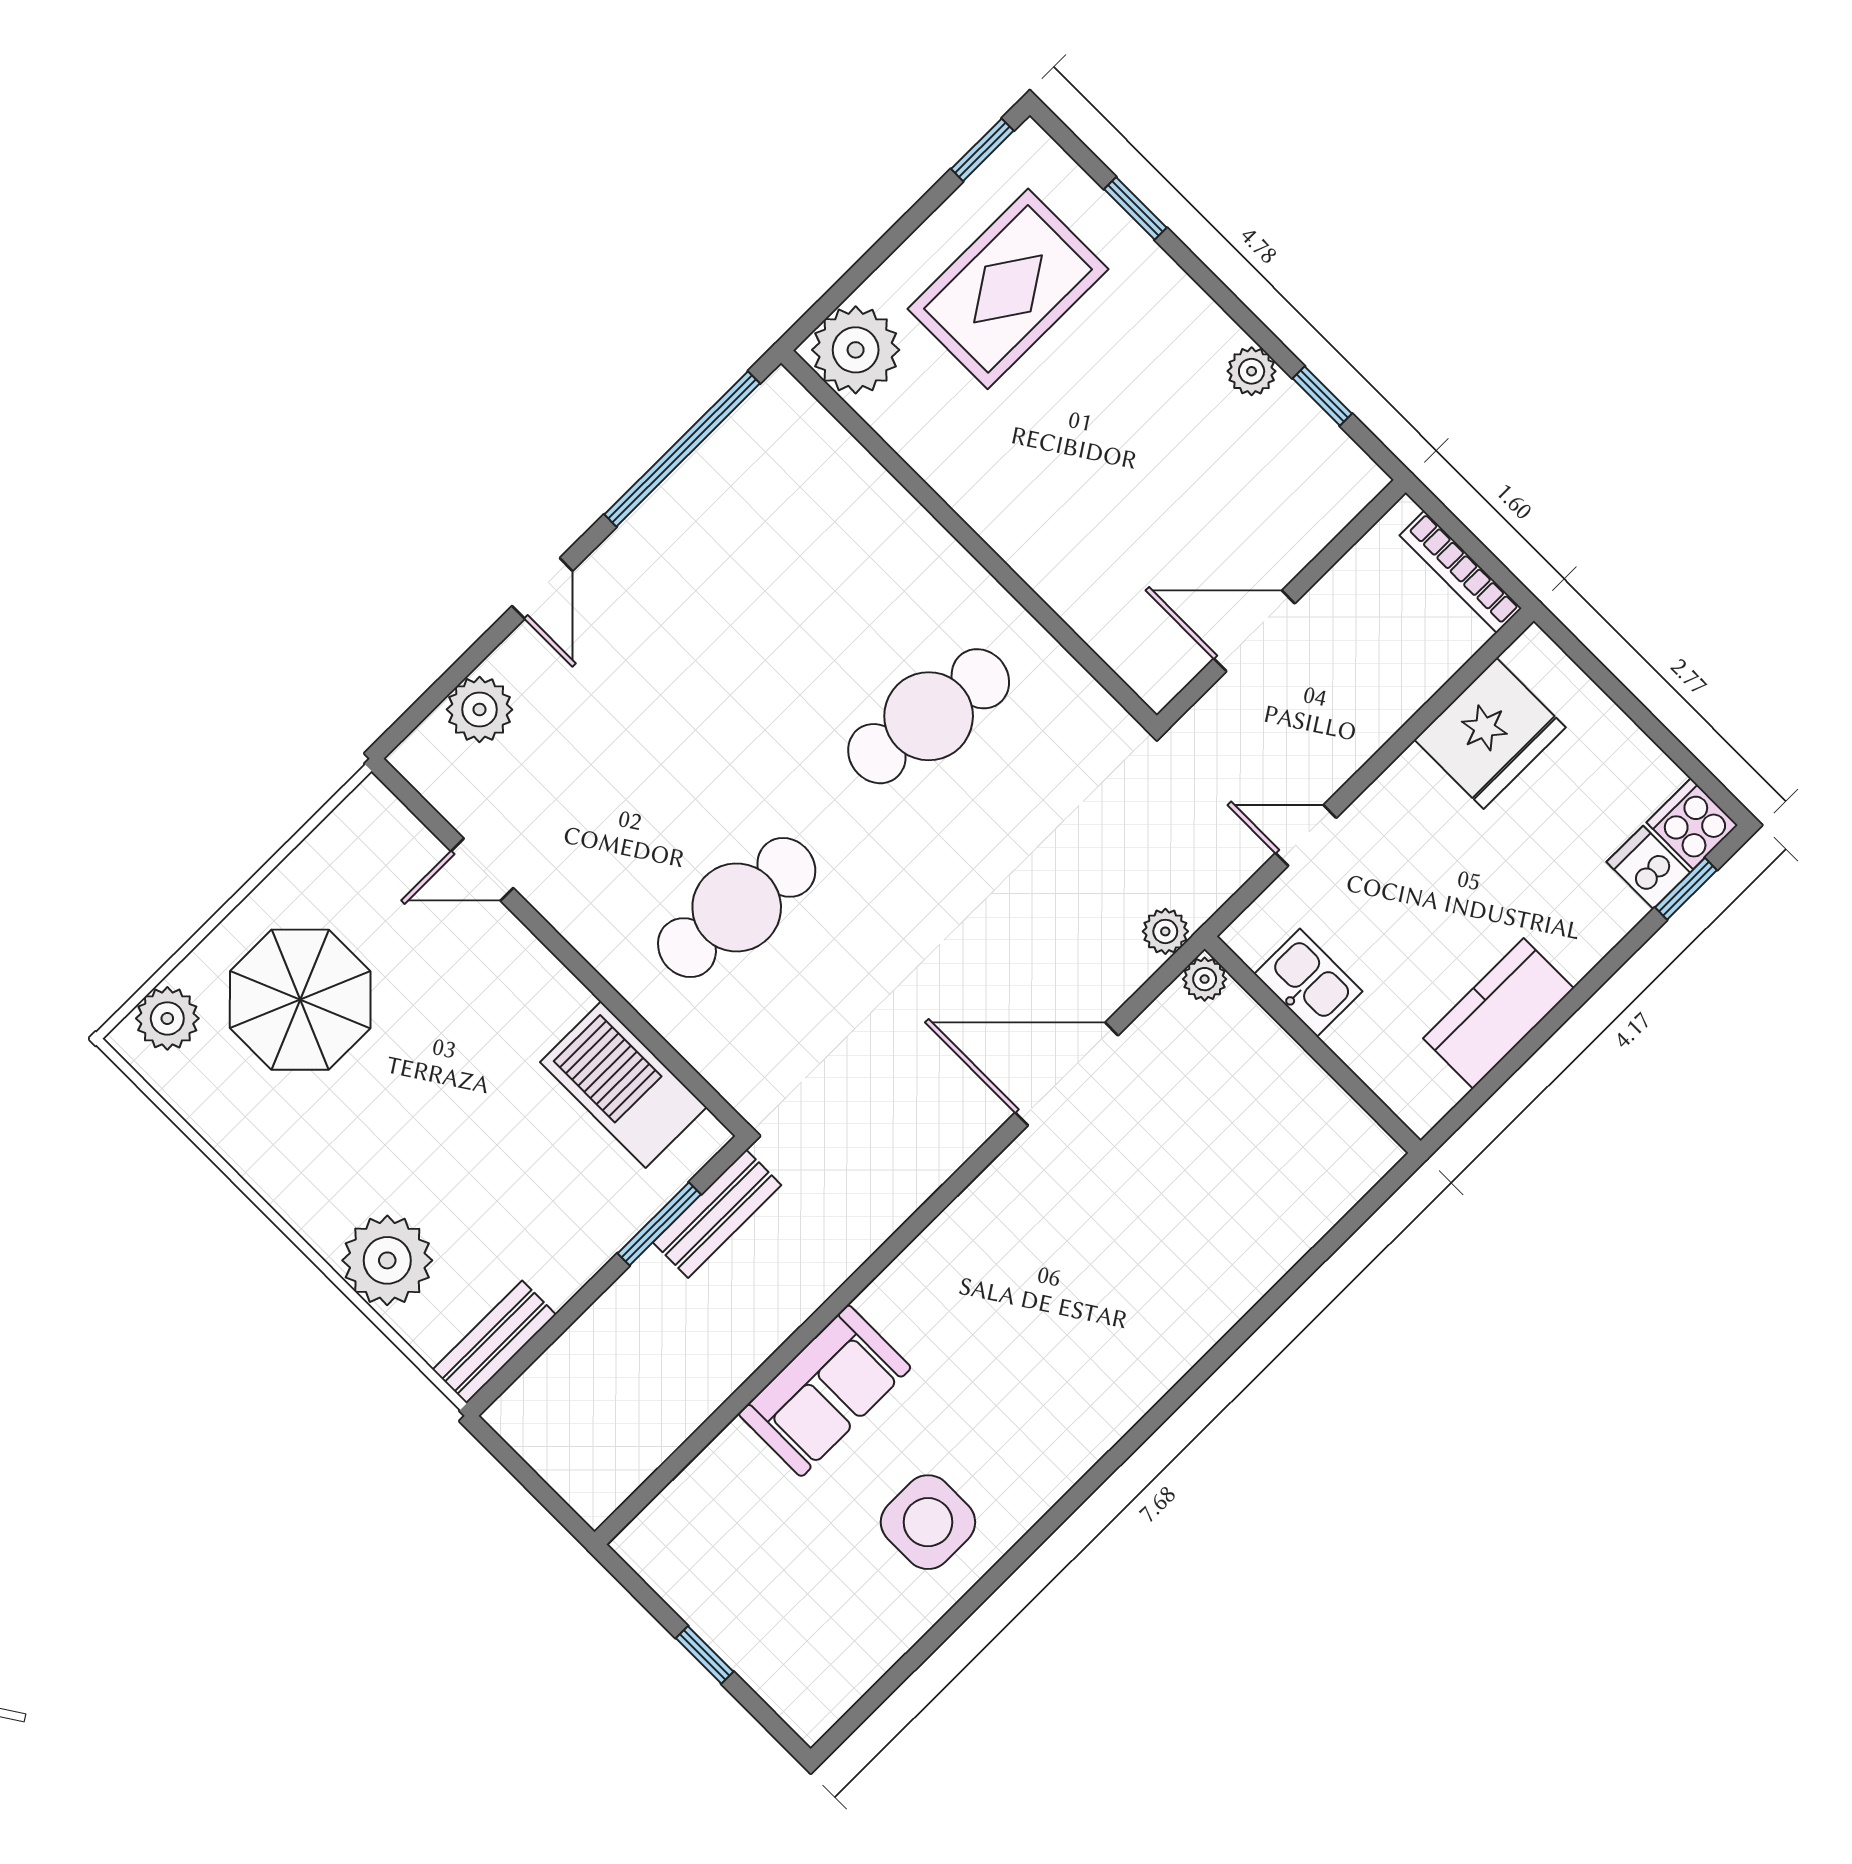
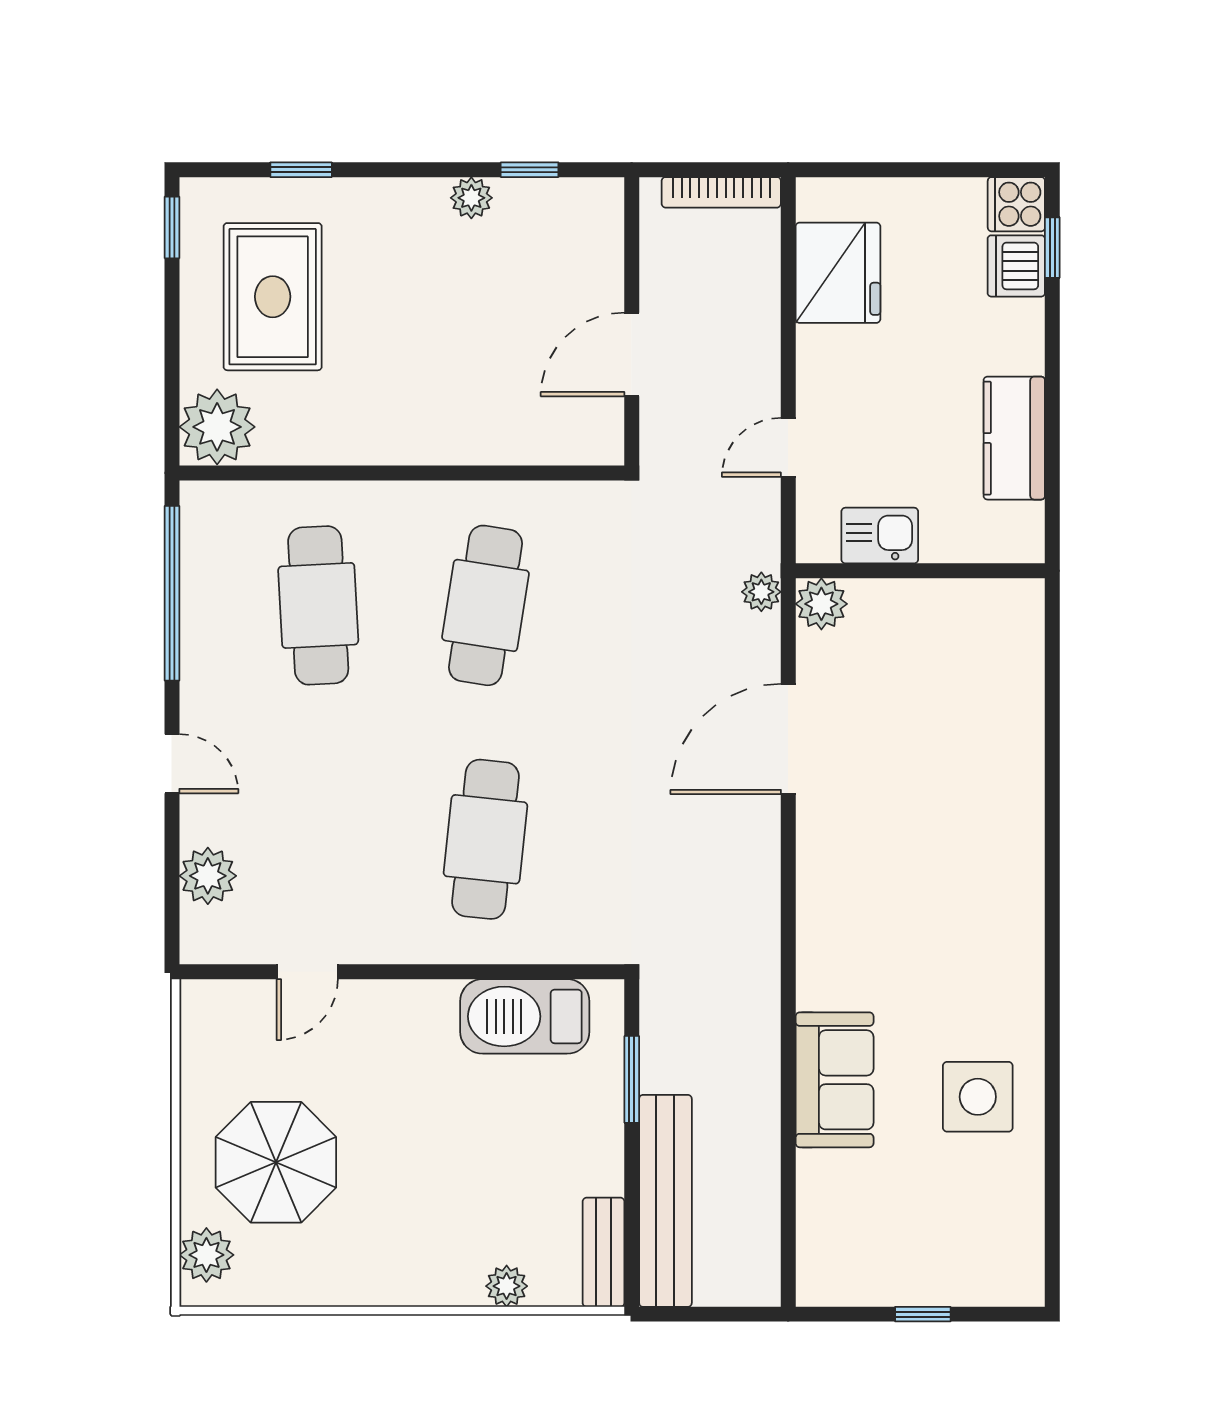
cafe table: (792, 579) -> (318, 605), added
dishwasher: (1648, 867) -> (1016, 266), width x1.38
plant: (1205, 979) -> (821, 604), width x1.38, depth x1.38
bench: (717, 1214) -> (665, 1201), moved, width x1.86, depth x1.21
plant: (387, 1260) -> (507, 1286), width x0.53, depth x0.53

